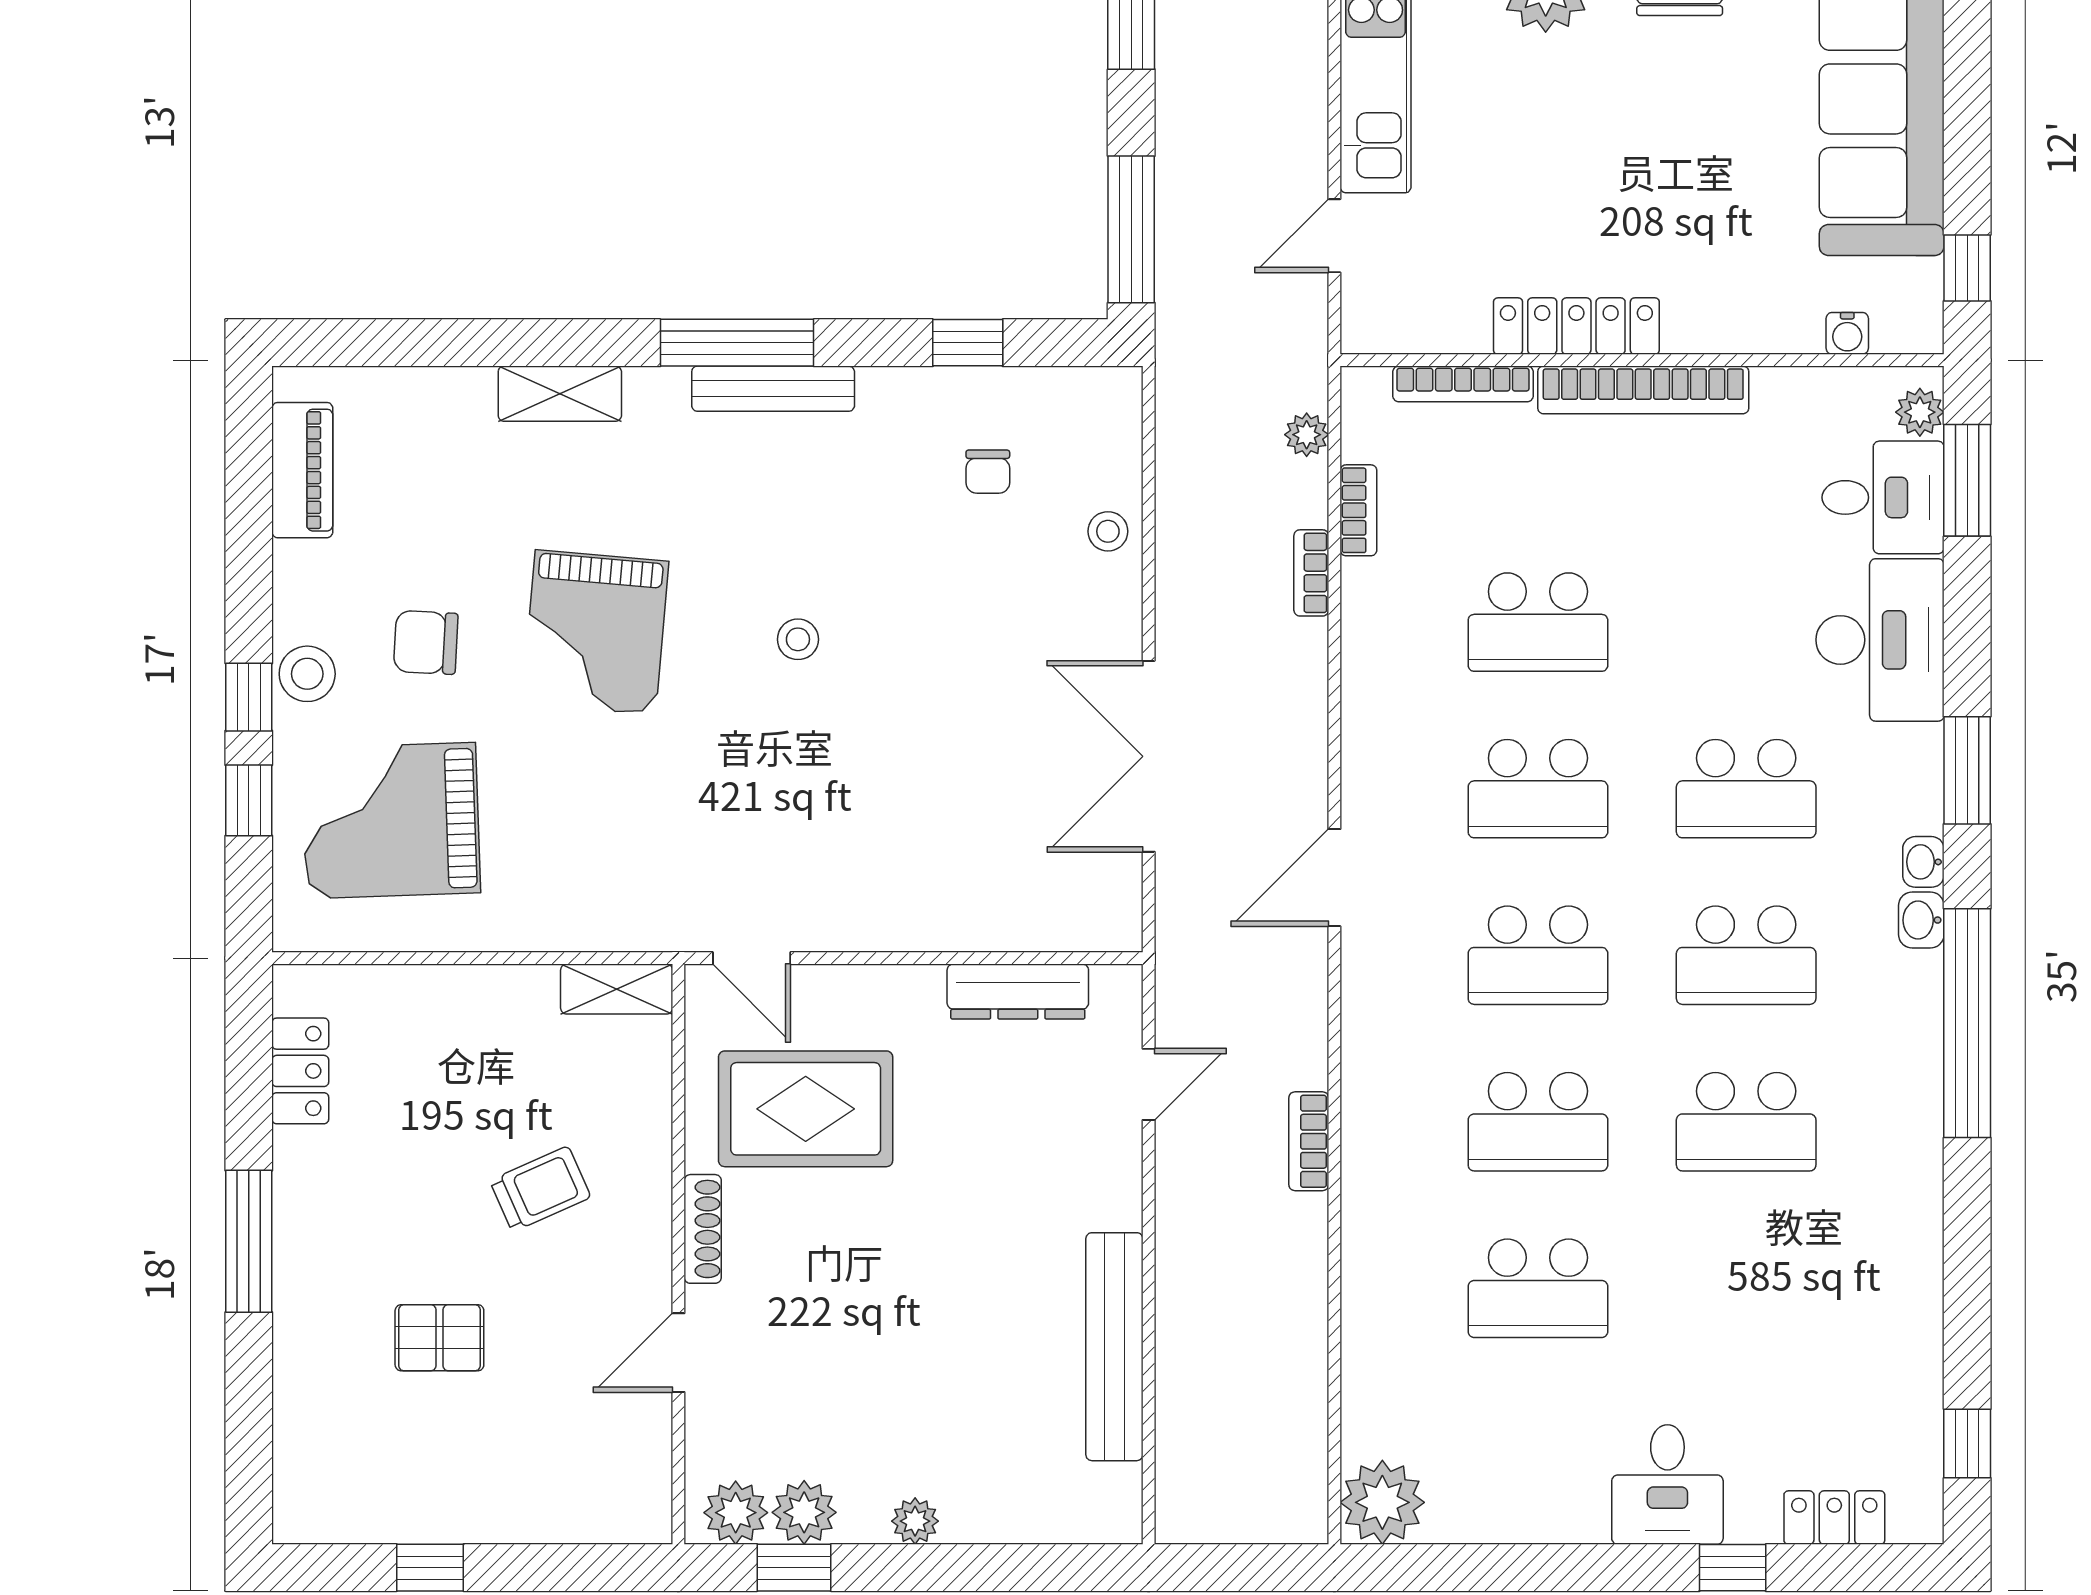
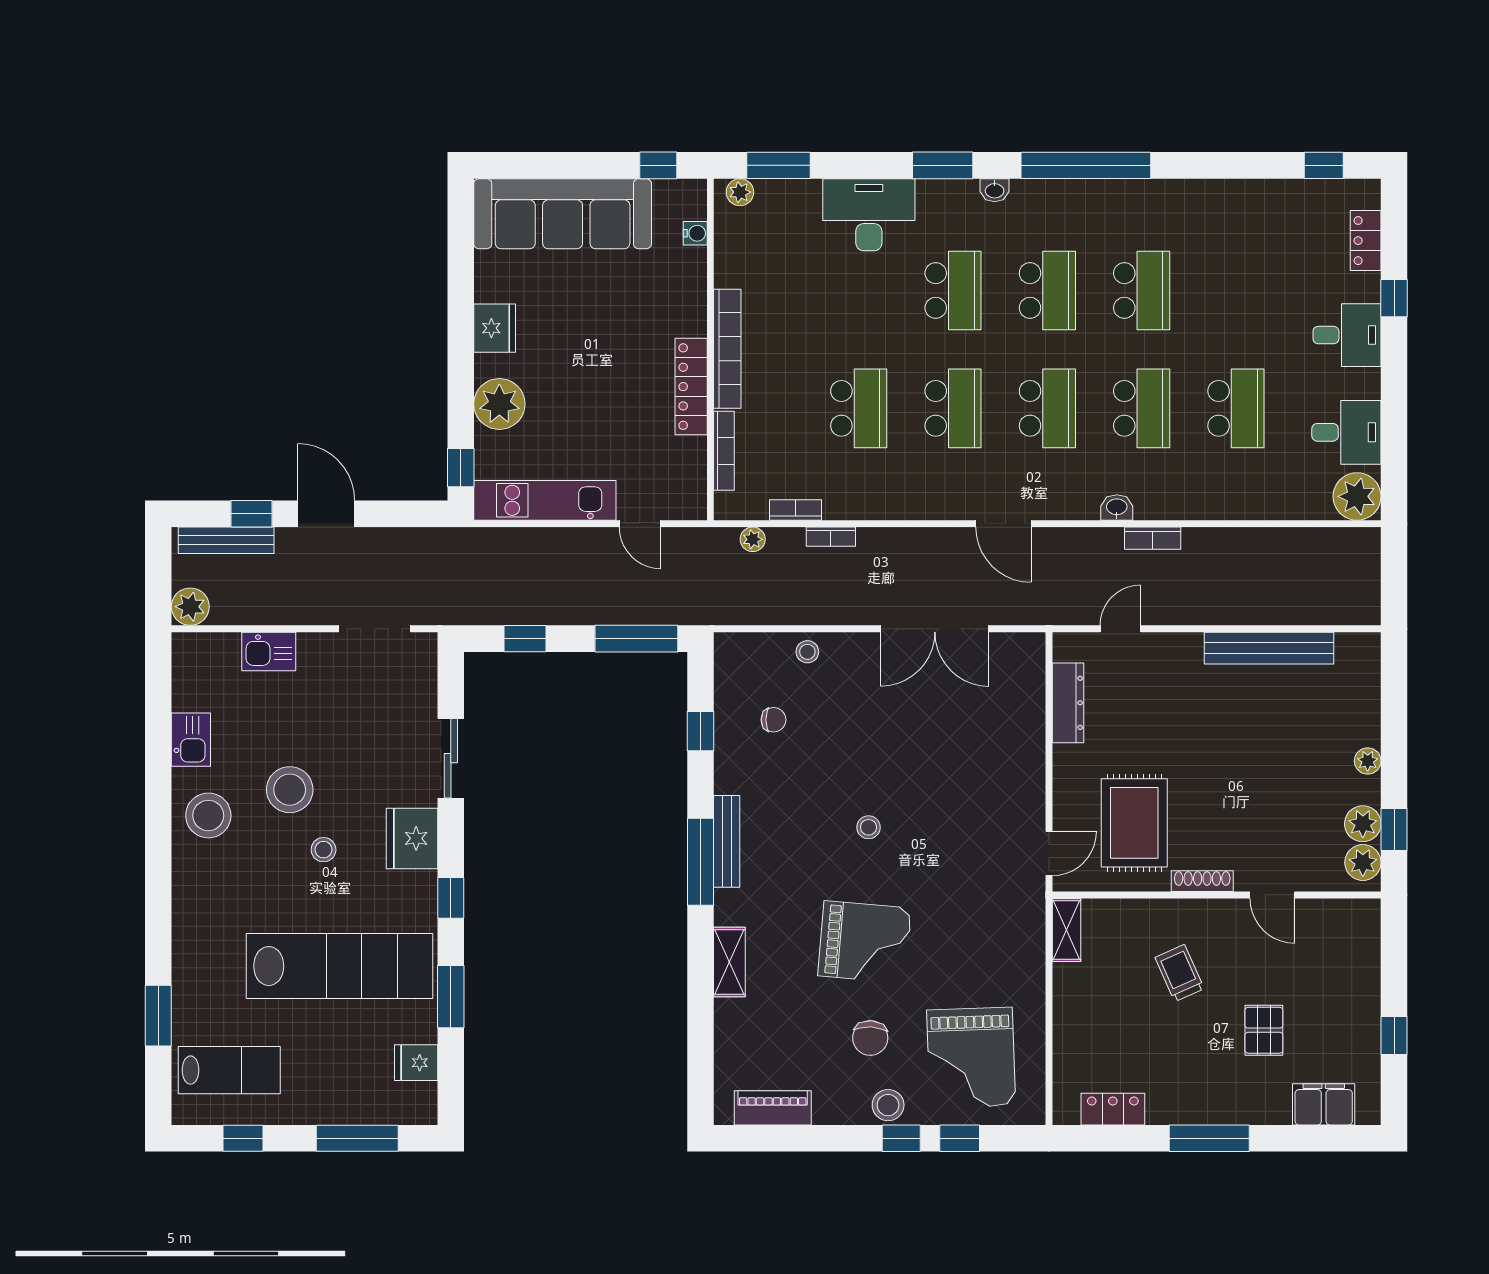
desk: (1883, 497) -> (1346, 432), moved, turned 90
washbasin: (1921, 920) -> (1117, 507), moved, turned 180
door: (1149, 1084) -> (1120, 629), hinge flipped
filing cabinet: (309, 1443) -> (1324, 1104), added

